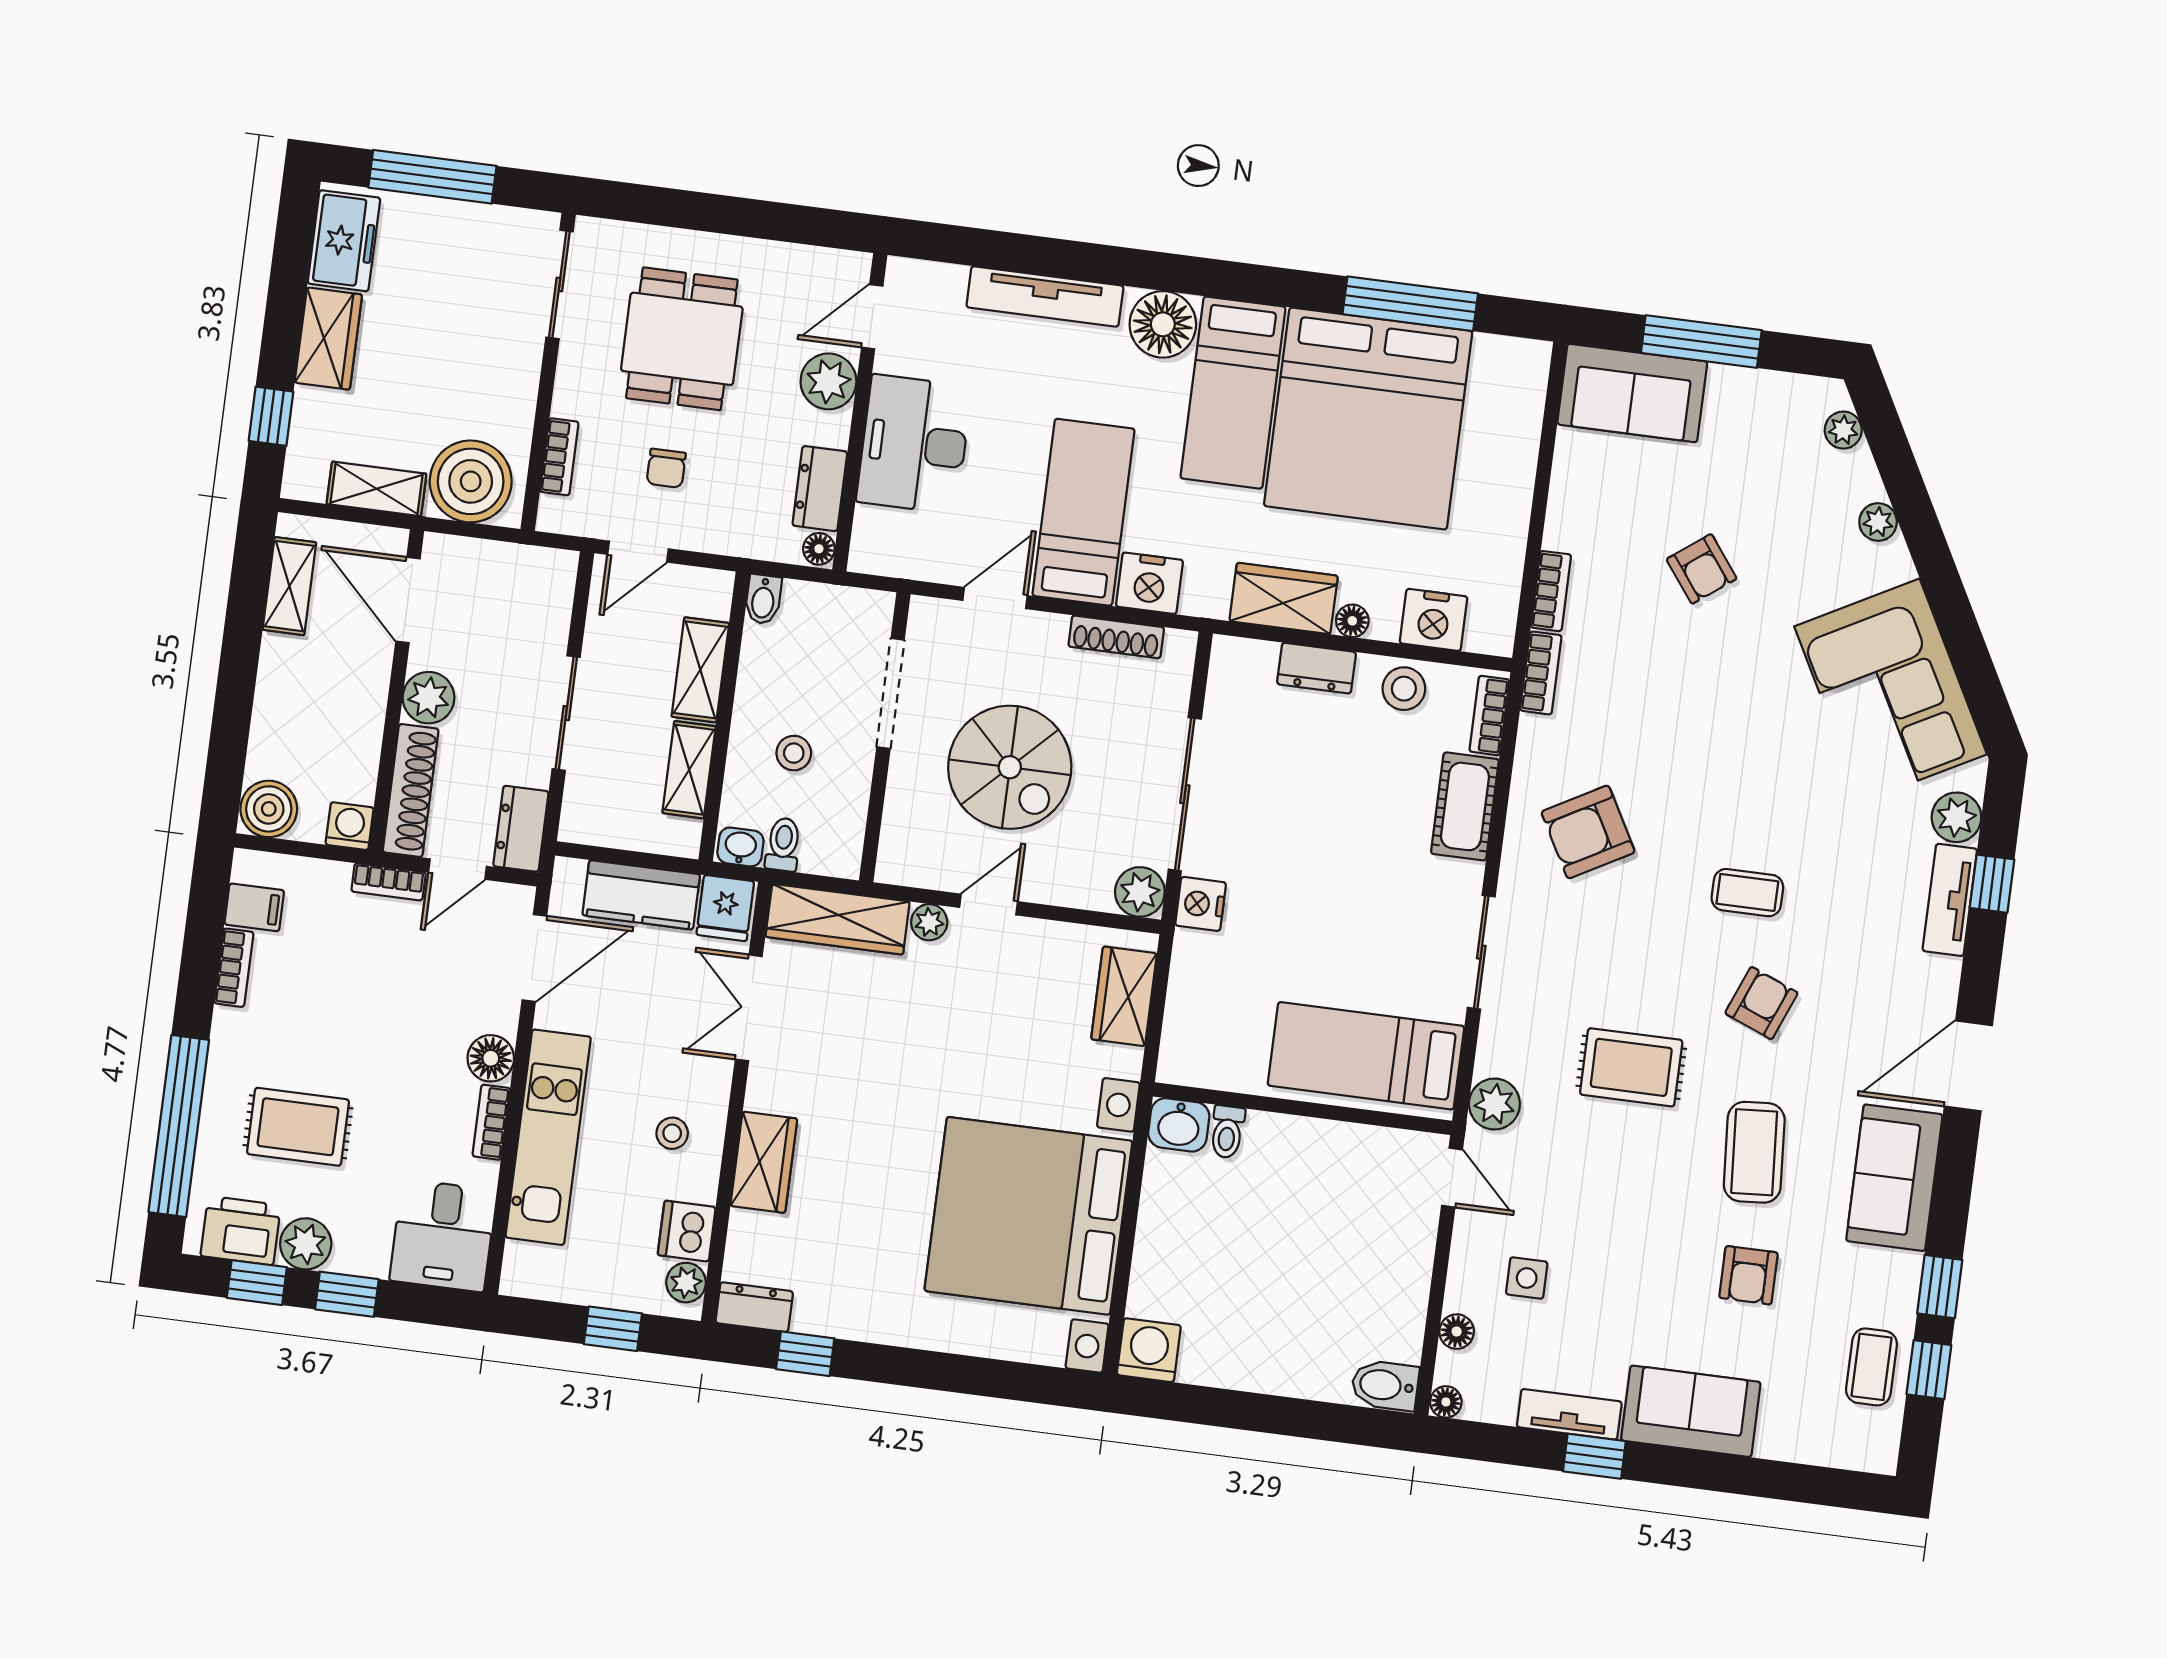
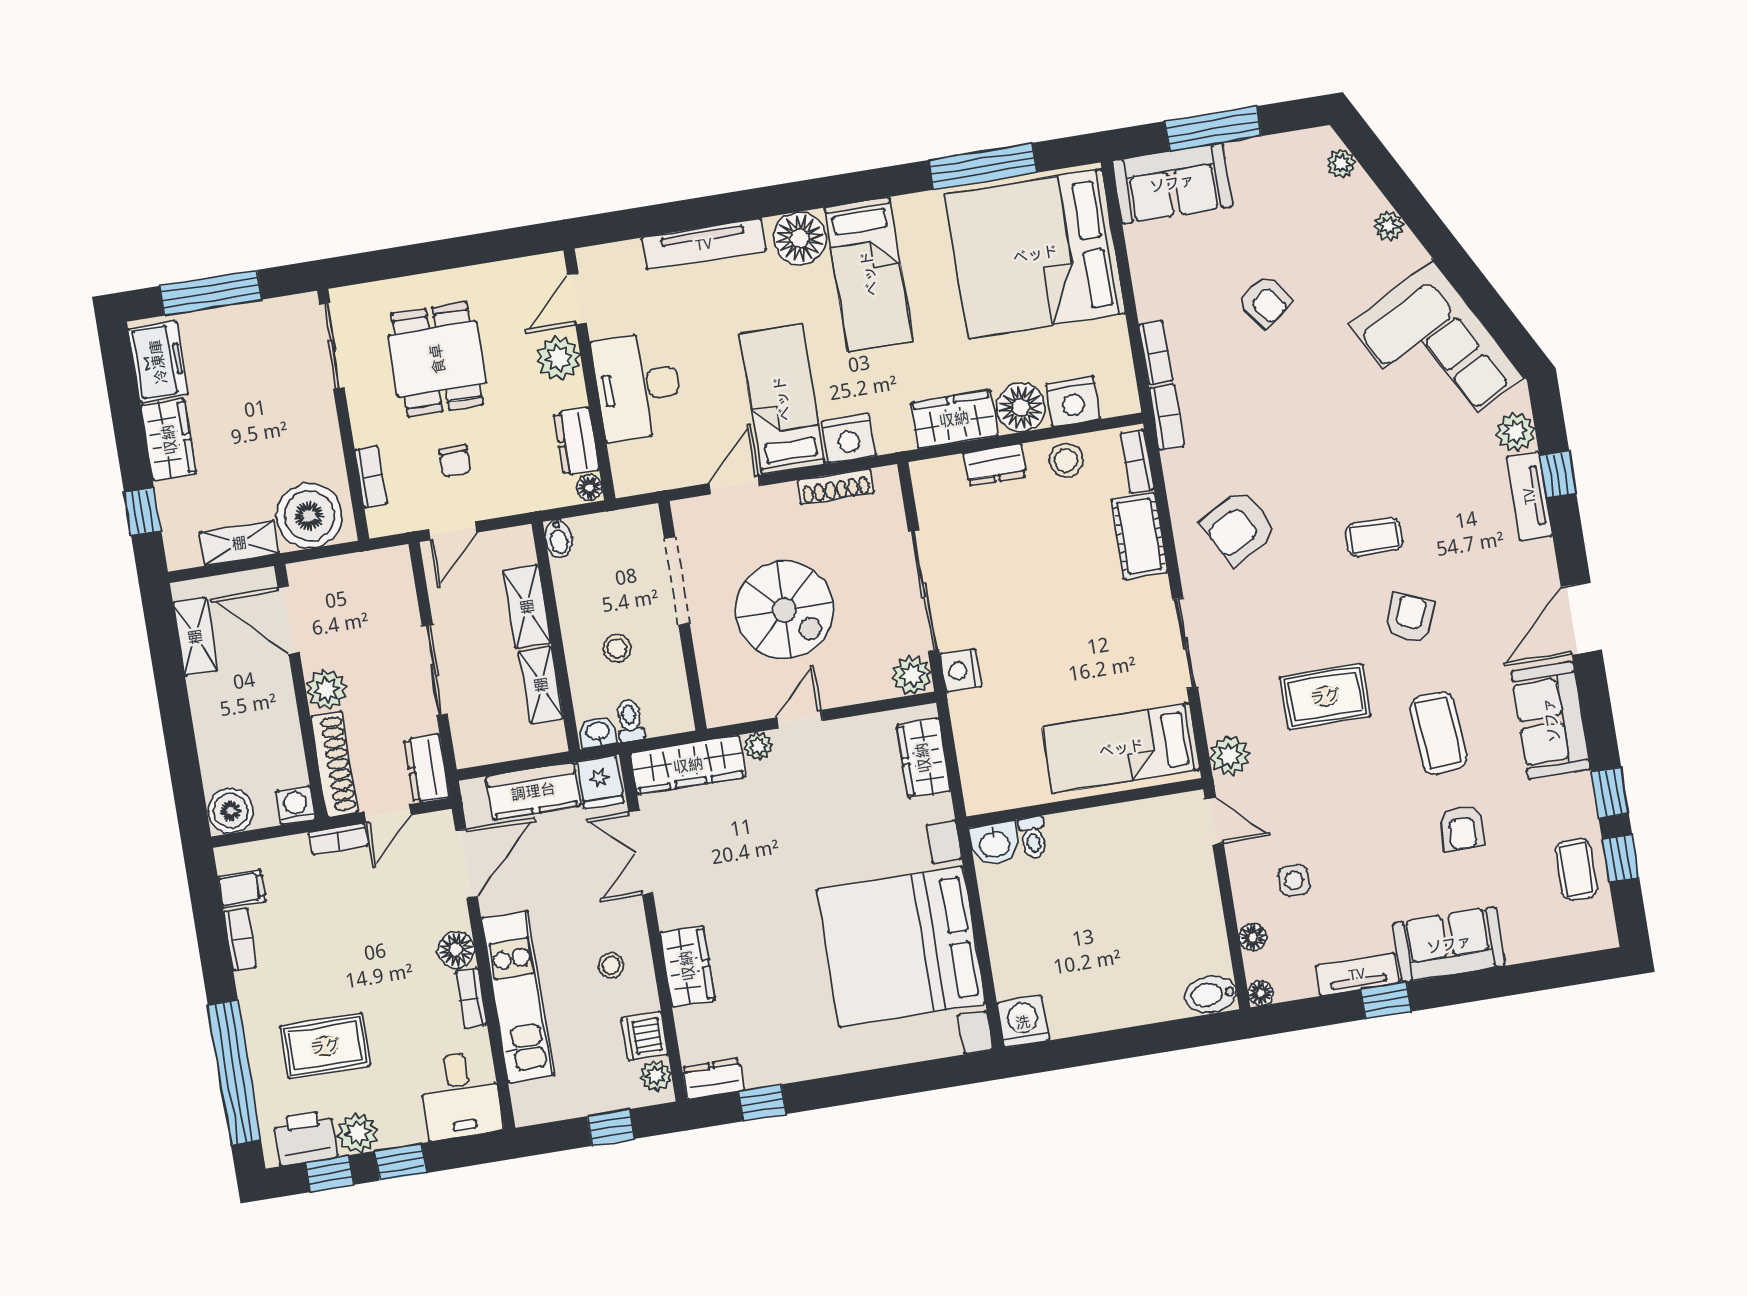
bed: (1368, 419) -> (1035, 254), moved, turned 90
floor lamp: (1352, 621) -> (1021, 407), width x1.89, depth x1.89

